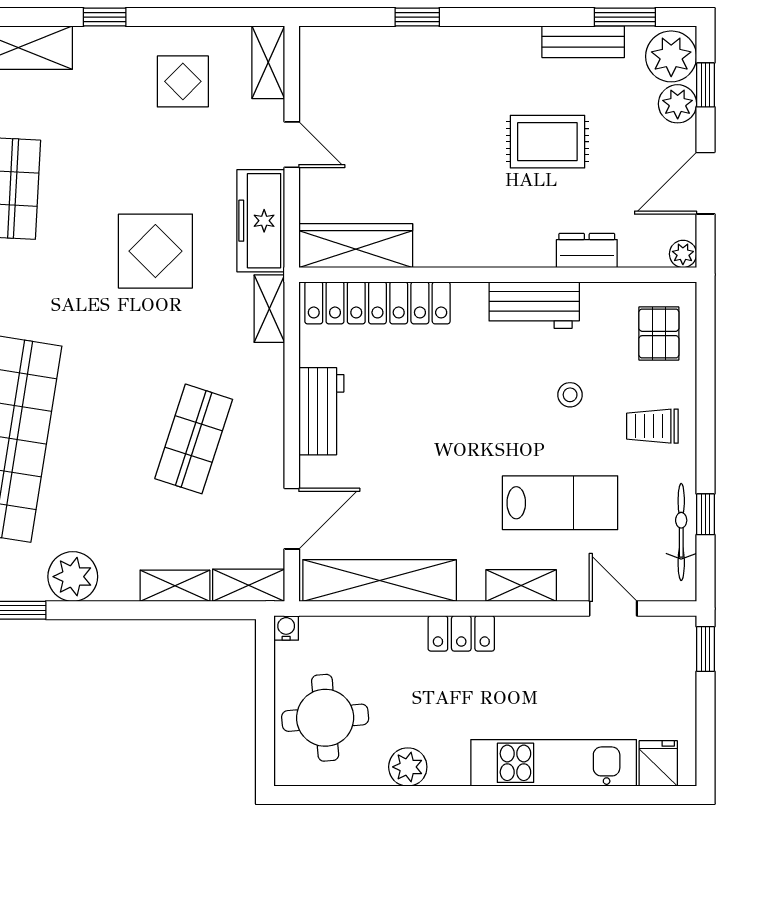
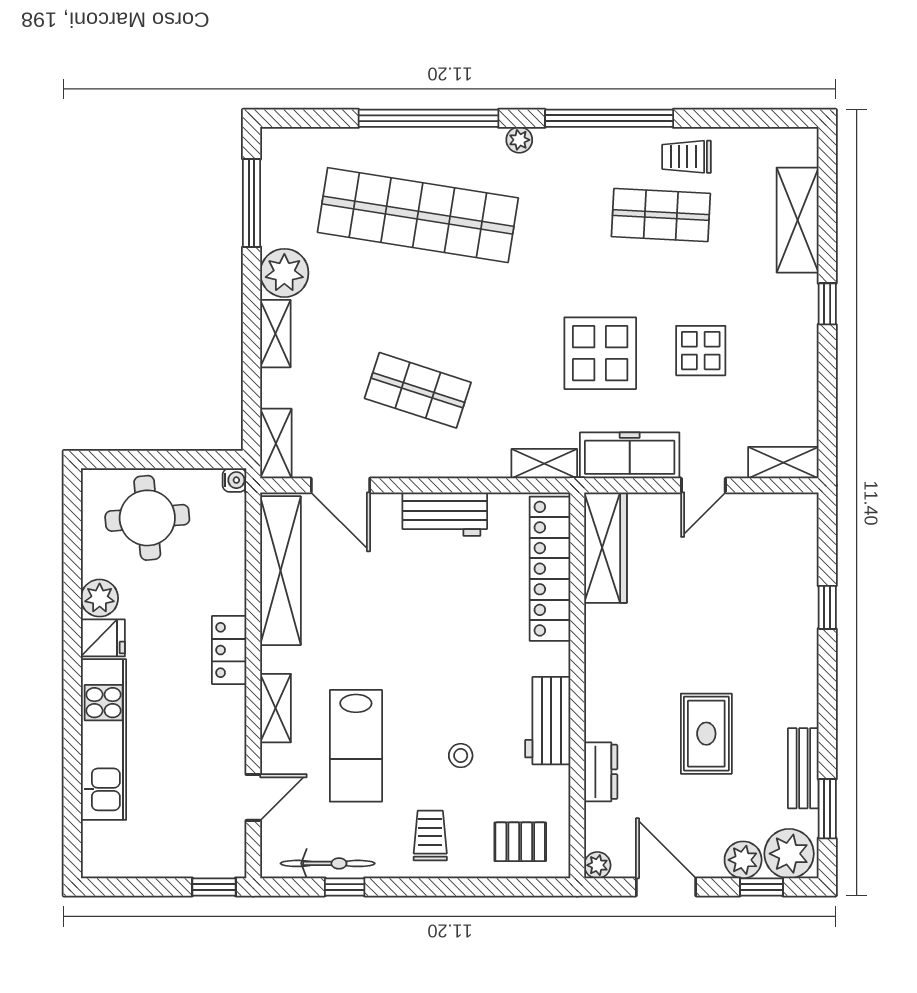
display table: (183, 81) -> (701, 351), moved
shelving: (175, 586) -> (275, 334), moved
fridge: (658, 763) -> (103, 638), moved

